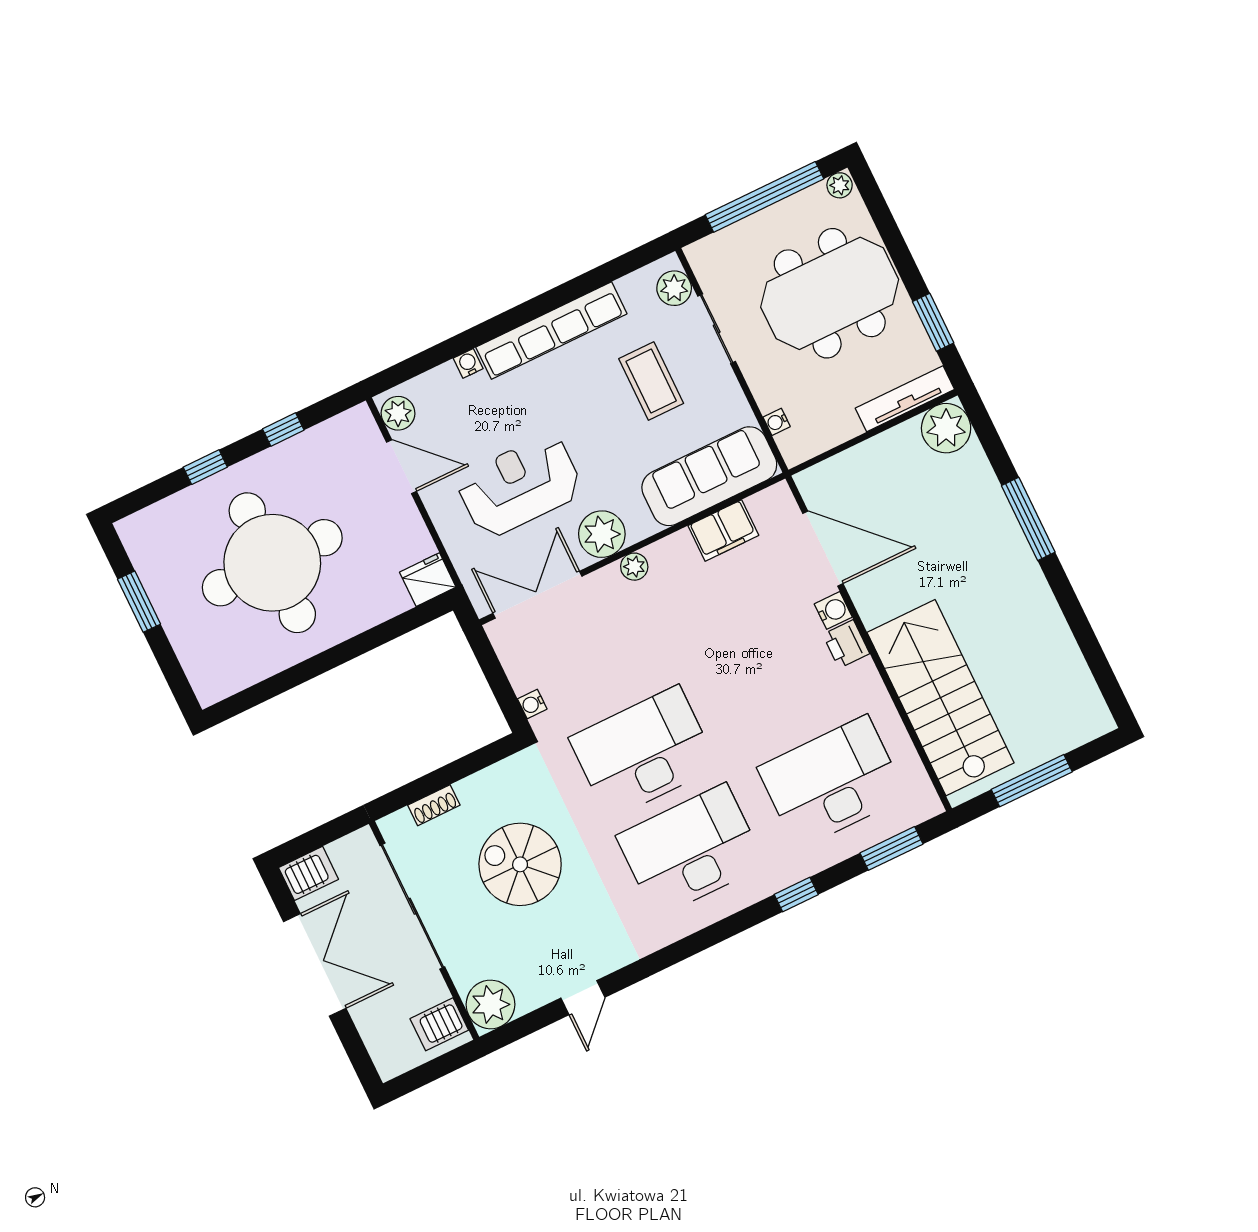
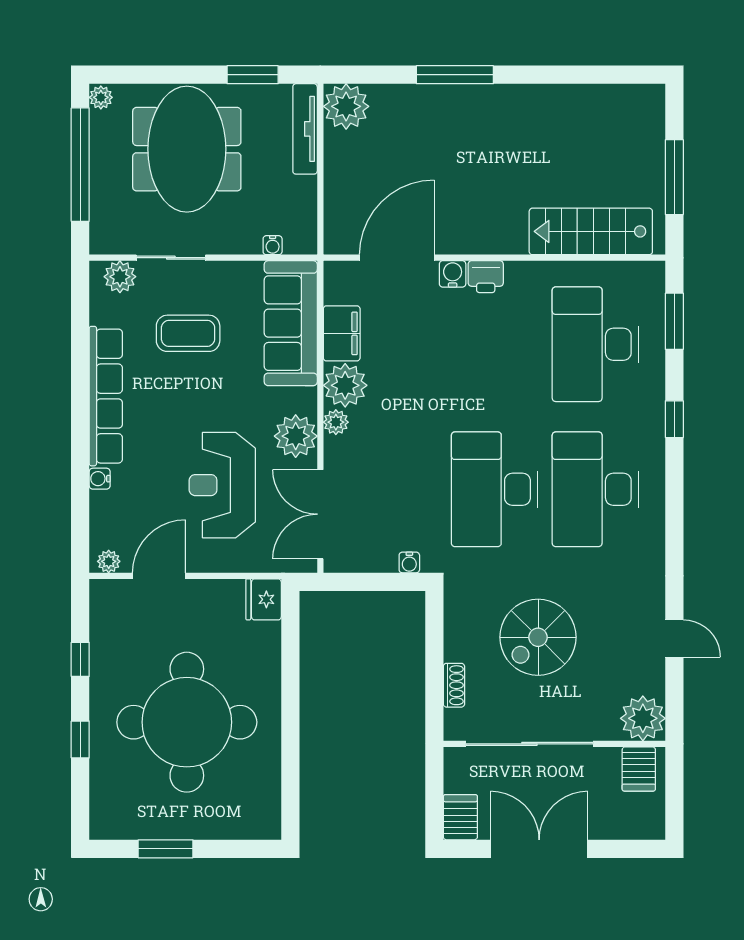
plant: (398, 413) -> (109, 561), width x0.73, depth x0.73
plant: (674, 558) -> (345, 385), added
stairs: (941, 698) -> (591, 231), width x0.73, depth x0.66

